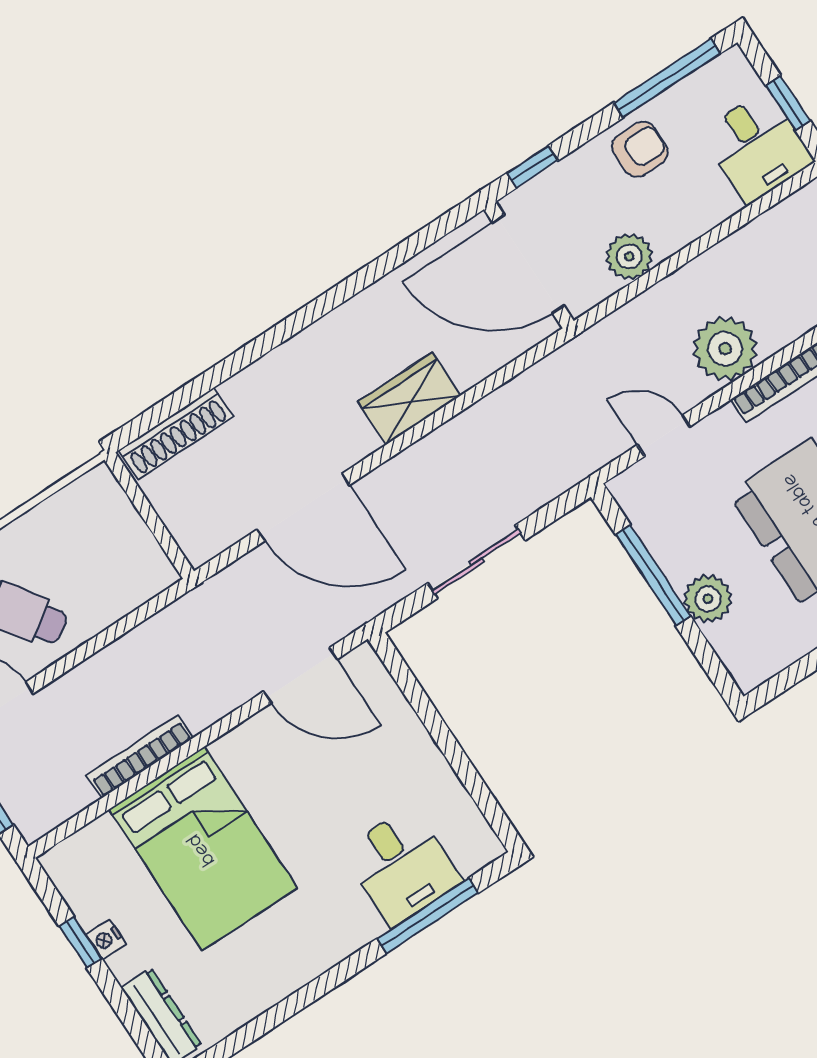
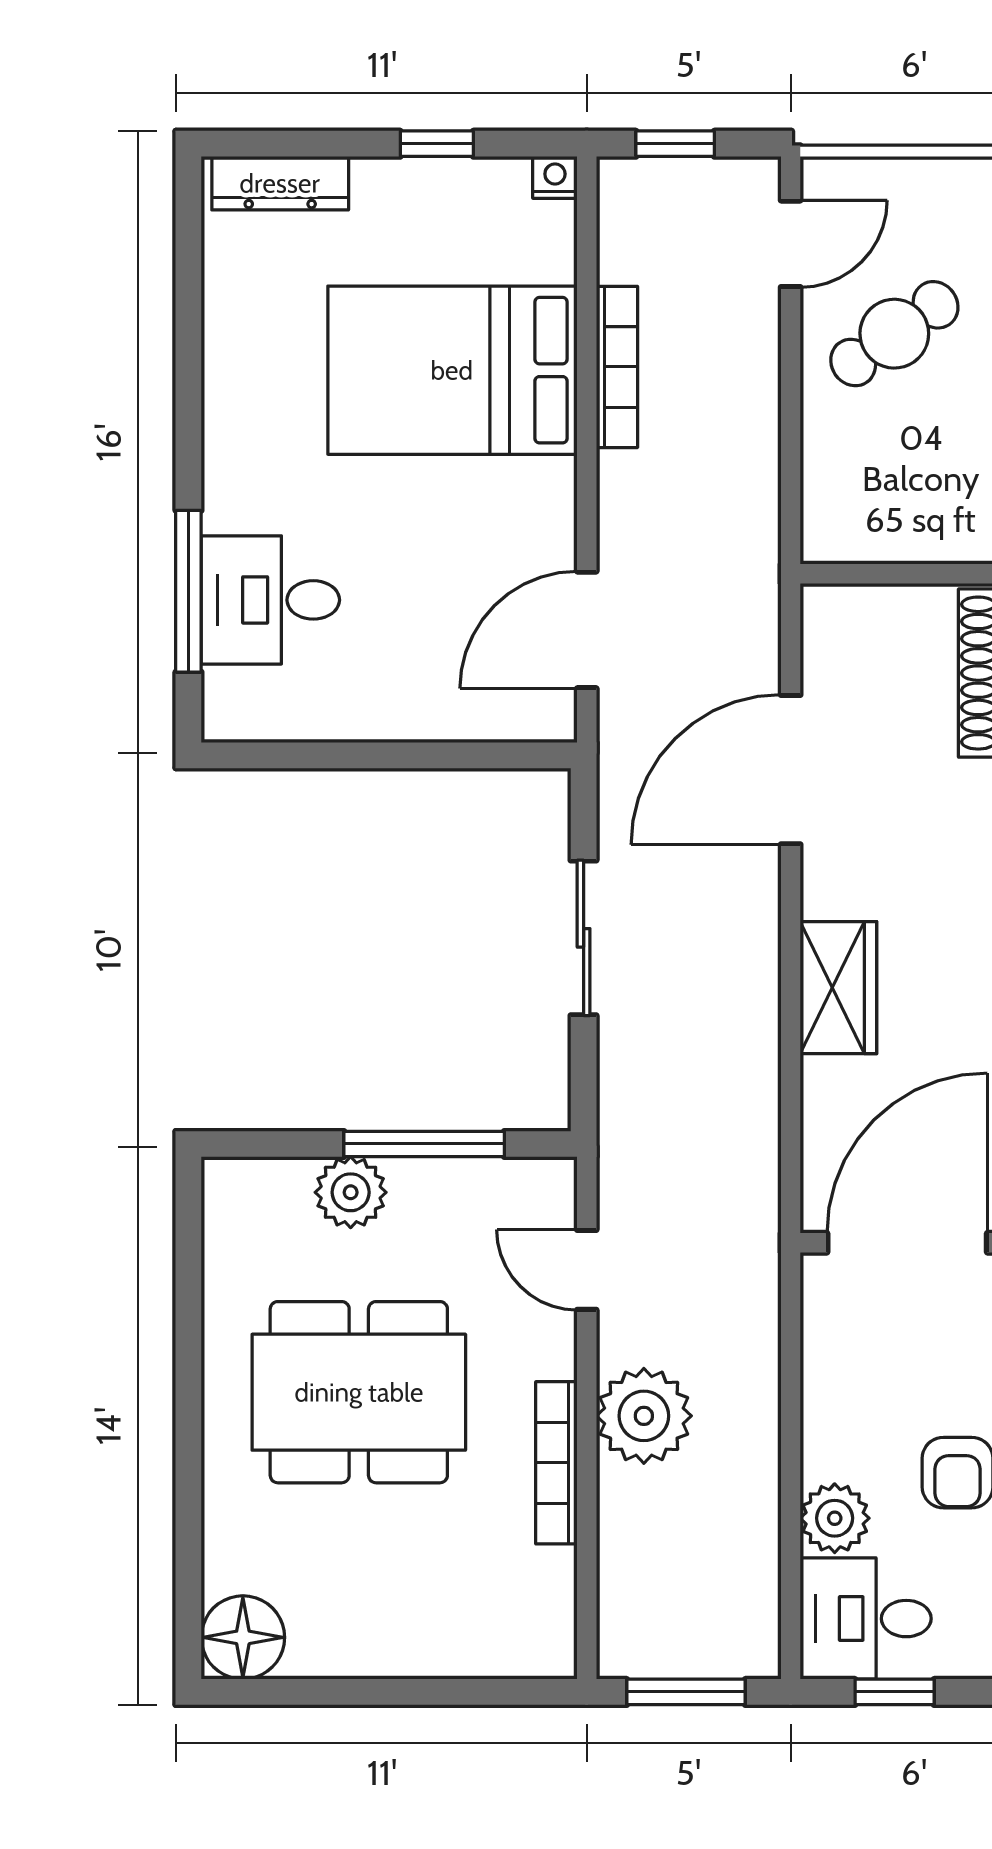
plant: (629, 256) -> (835, 1518), moved
door: (664, 436) -> (587, 1270), swing flipped
nightstand: (106, 939) -> (555, 177), moved

